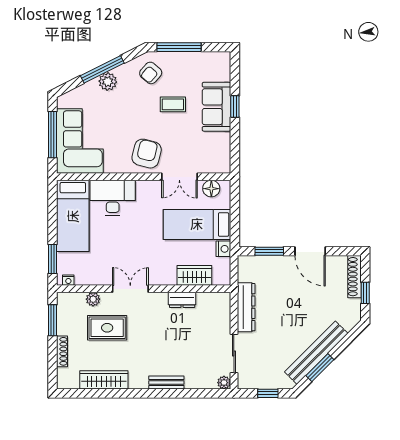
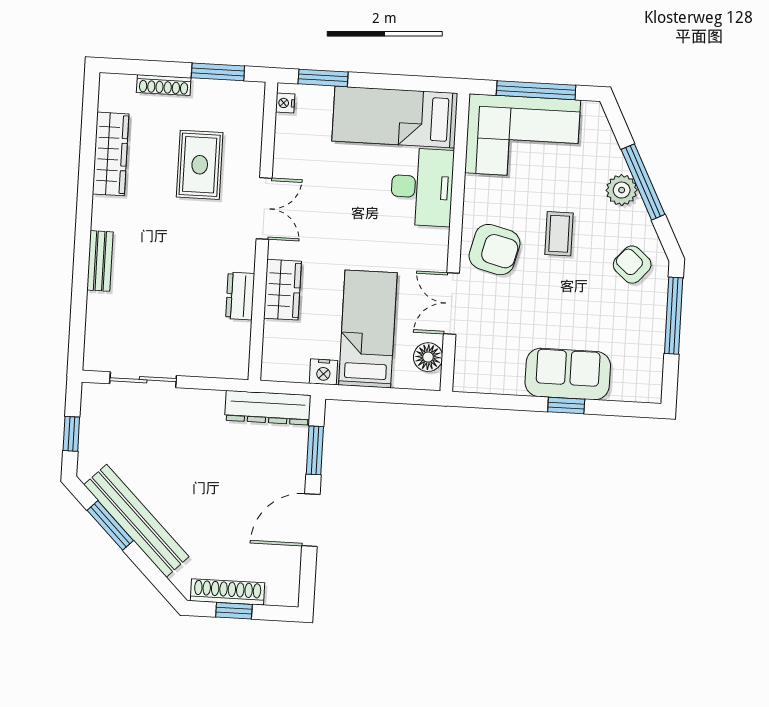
coffee table: (173, 104) -> (559, 234), moved
wardrobe: (194, 275) -> (282, 290), moved
shoe rack: (355, 277) -> (228, 592), moved
plant: (93, 299) -> (250, 143), removed
dresser: (246, 307) -> (268, 408), moved
plant: (224, 383) -> (94, 360), removed

